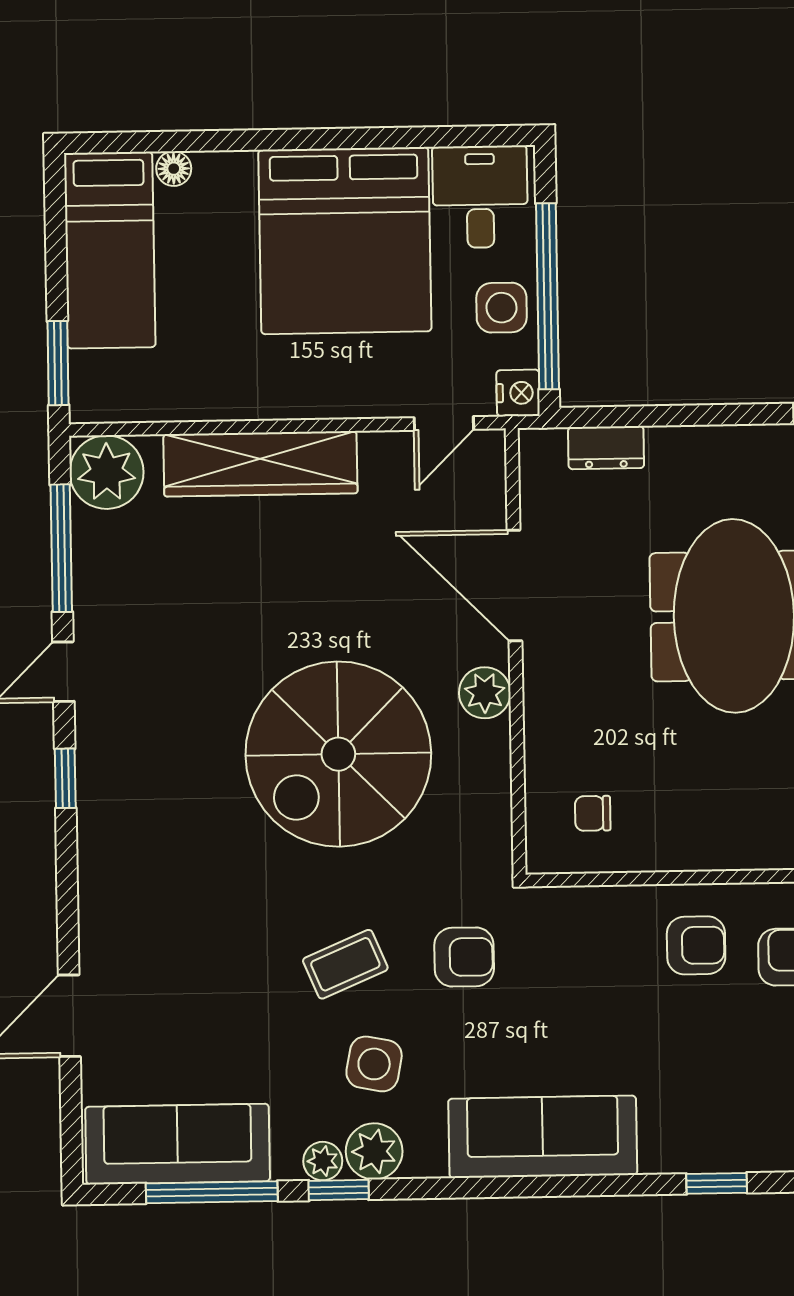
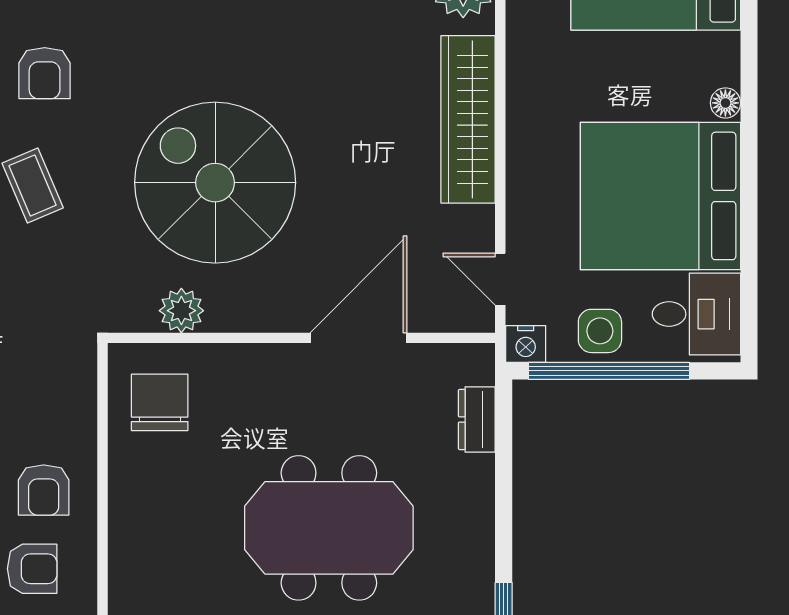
floor lamp: (174, 169) -> (725, 103), moved
plant: (485, 693) -> (181, 311), moved
chair: (593, 813) -> (160, 402), width x1.87, depth x1.87
armchair: (464, 957) -> (45, 73), moved

